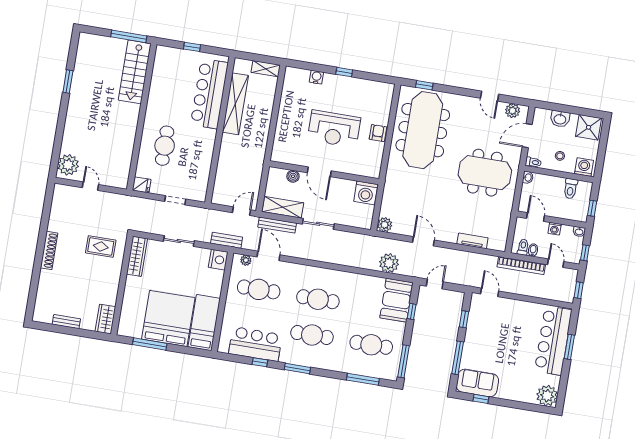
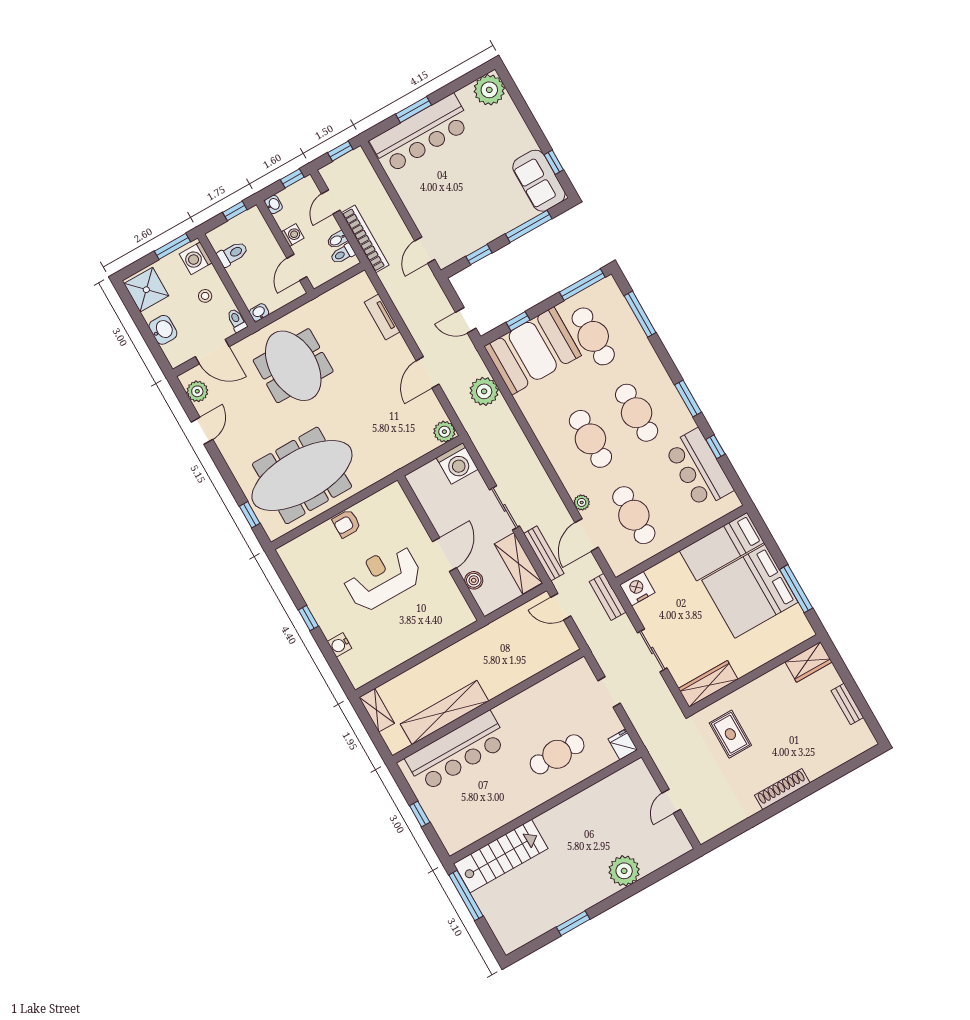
reception desk: (334, 129) -> (382, 577), turned -90
window: (600, 160) -> (172, 246), added
plant: (68, 165) -> (624, 871), moved
washing machine: (366, 193) -> (457, 463), moved, turned 90
plant: (246, 260) -> (582, 502), moved
booth: (396, 300) -> (533, 351), width x1.36, depth x1.42

